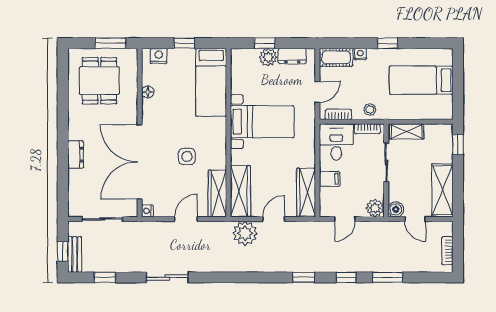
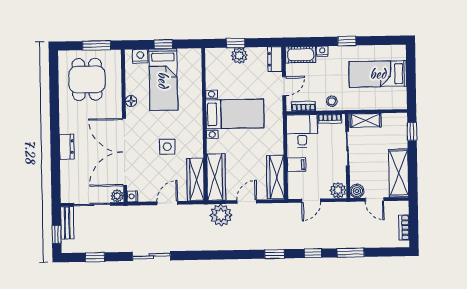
dresser: (292, 56) -> (275, 59), moved, turned 90
bed: (211, 82) -> (163, 80), moved
floor lamp: (148, 92) -> (131, 101), moved
plant: (131, 210) -> (117, 196), added
bench: (75, 254) -> (67, 223), moved

